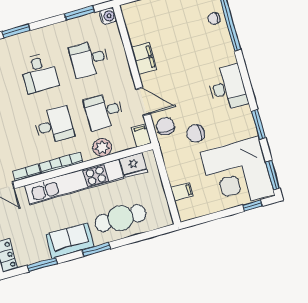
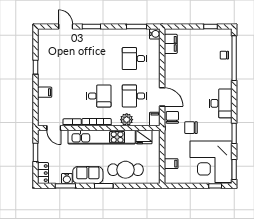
filing cabinet: (144, 58) -> (171, 44), moved
desk: (39, 73) -> (99, 59), removed
water cooler: (42, 254) -> (67, 179), added

